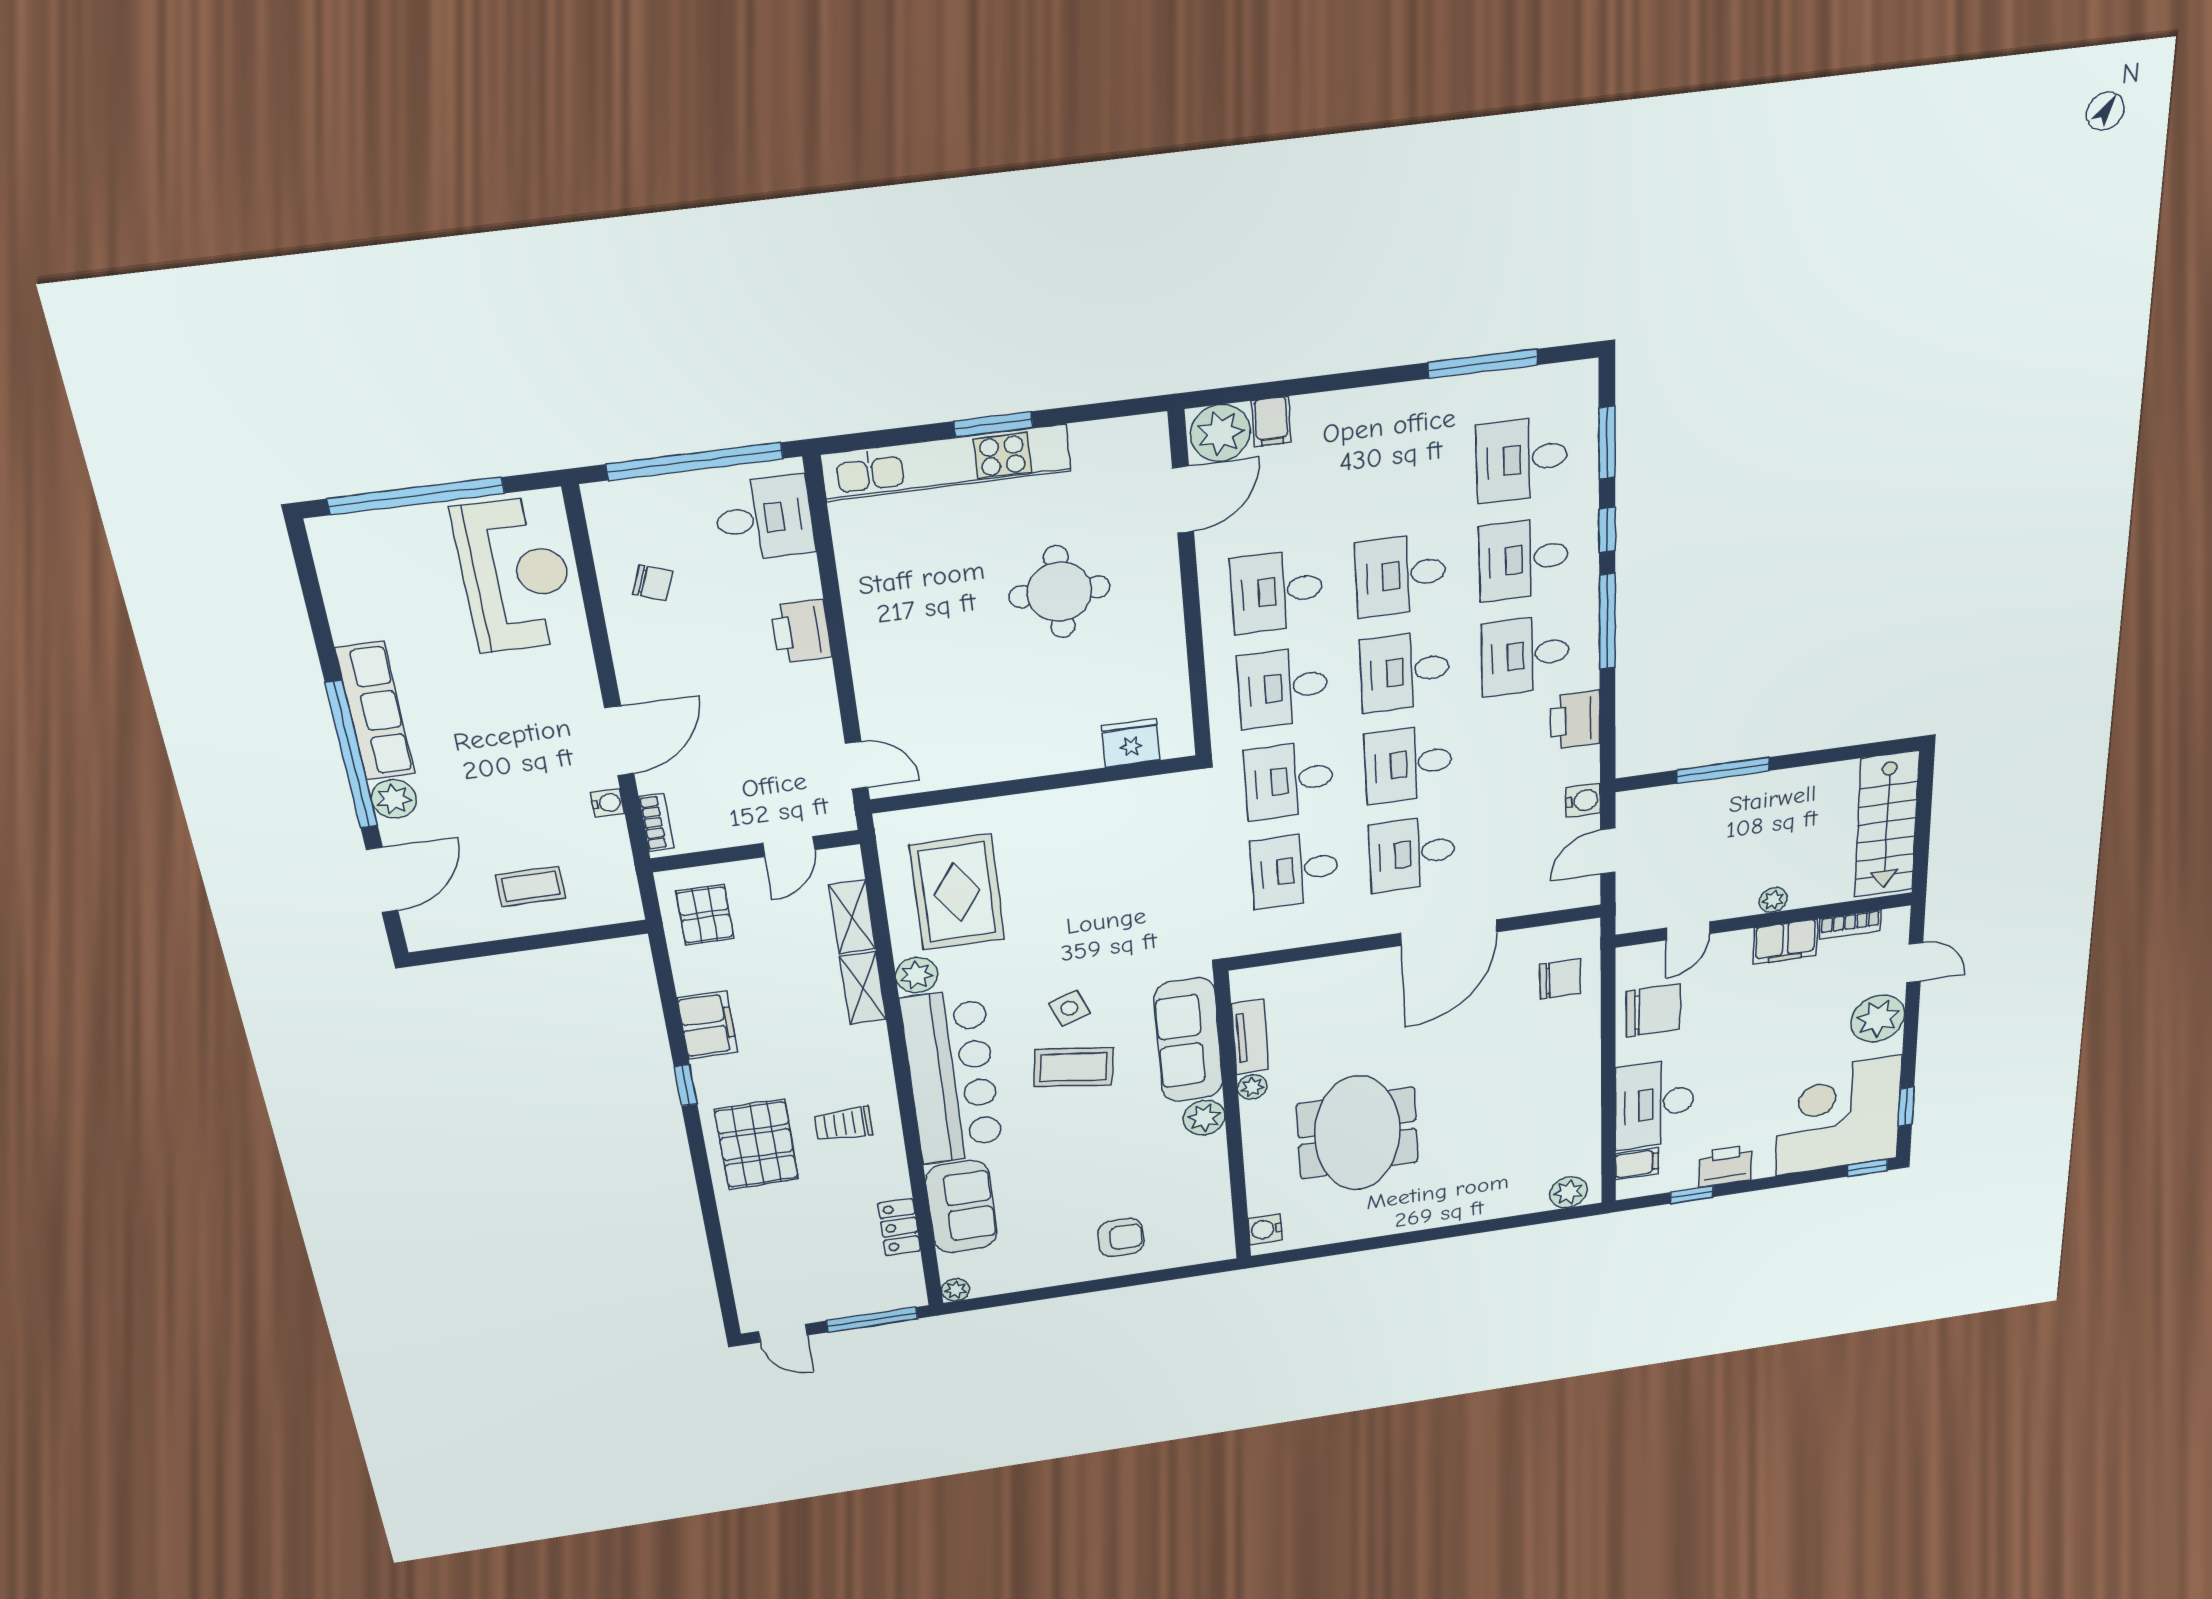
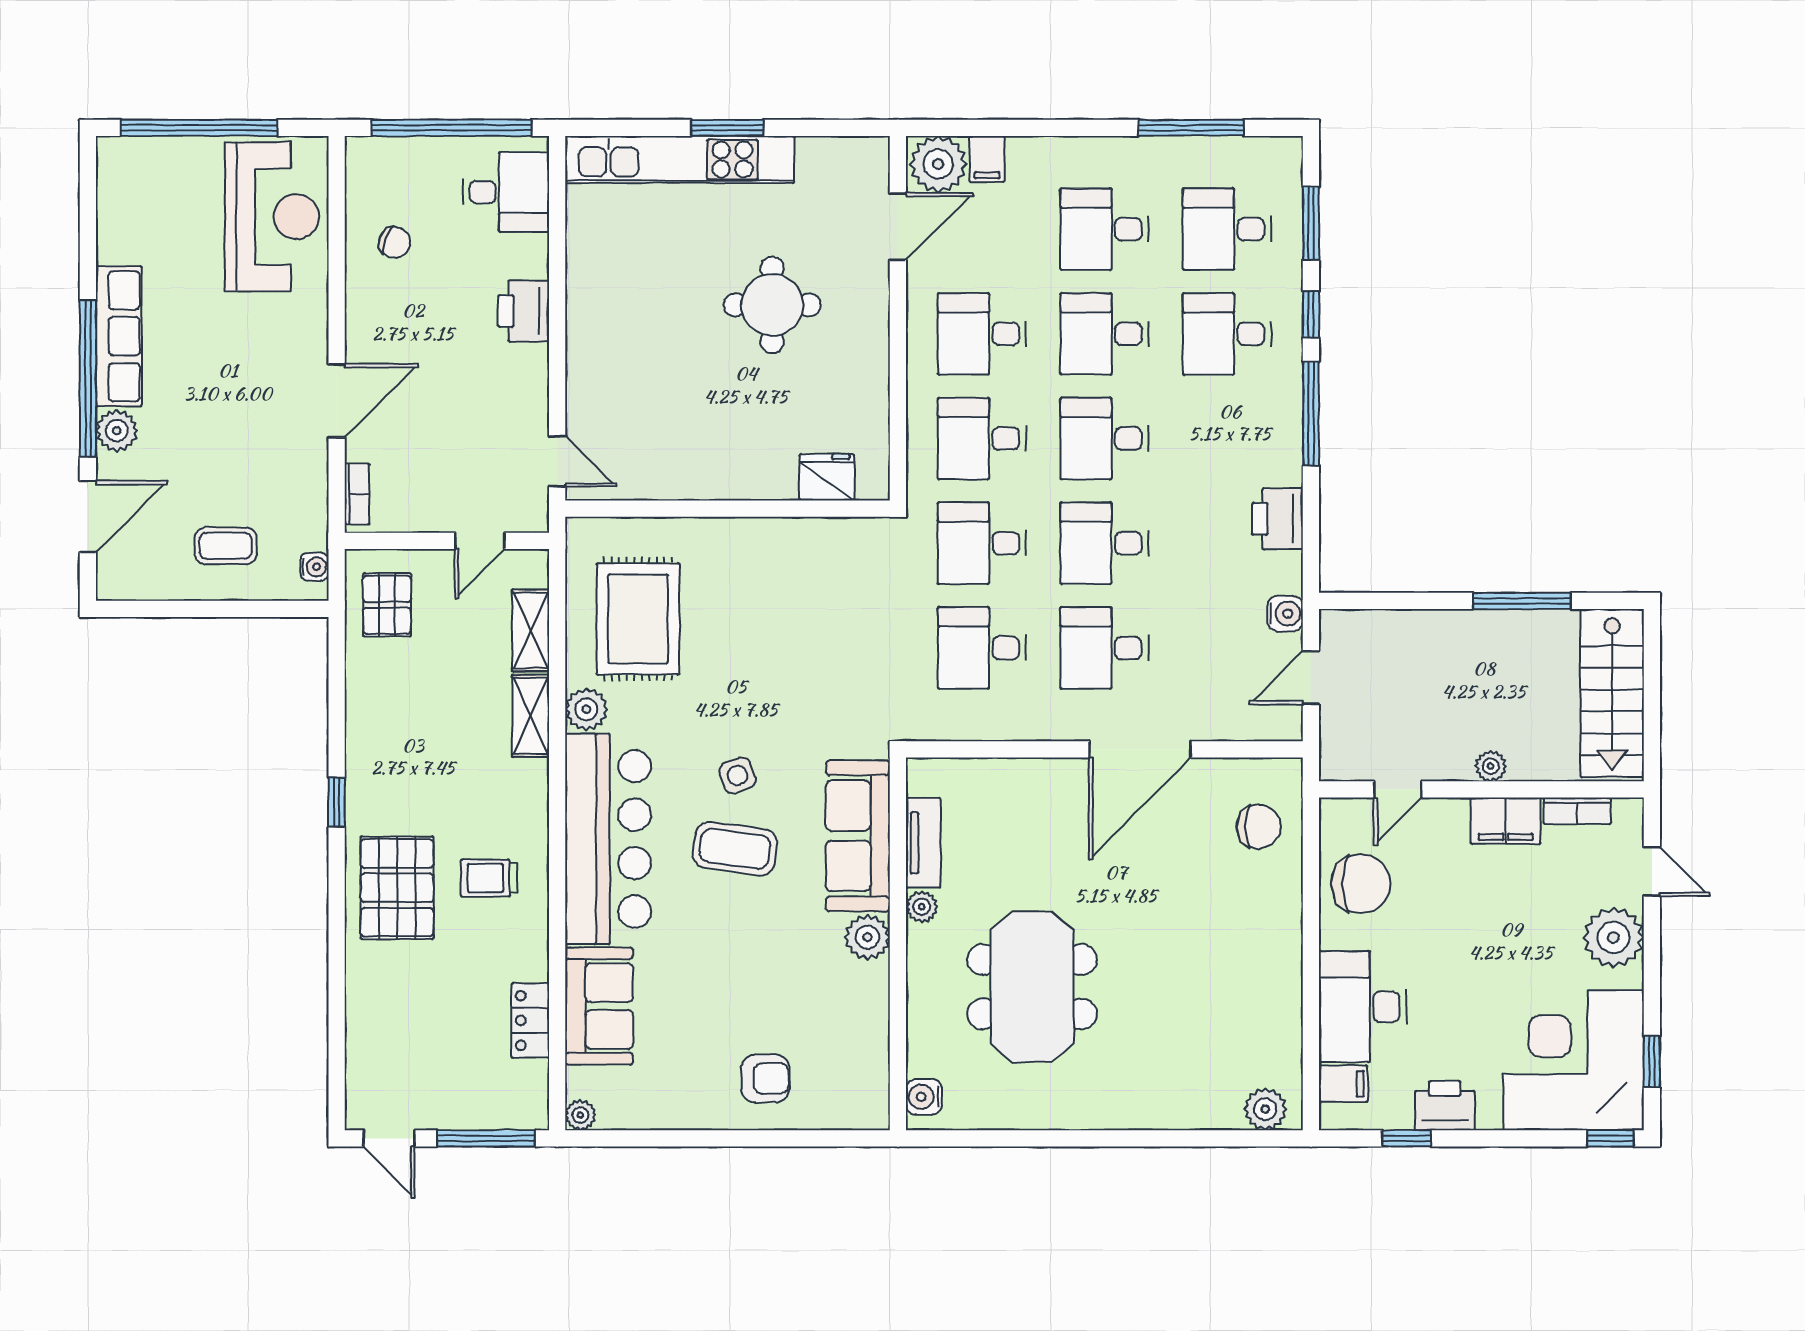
desk: (1525, 655) -> (1104, 229), moved
window: (1723, 770) -> (1522, 601), moved
water cooler: (607, 803) -> (314, 567), moved
filing cabinet: (707, 1025) -> (370, 734), removed

